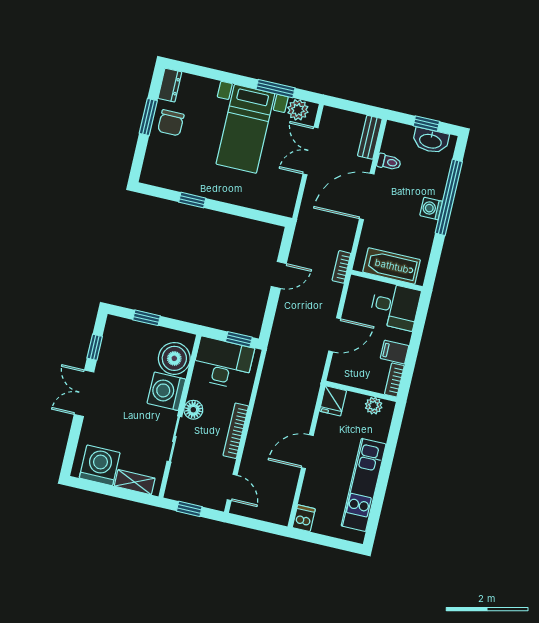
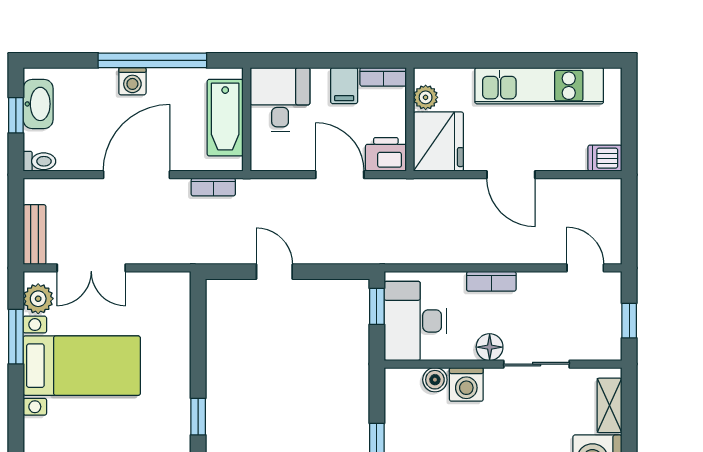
bench: (370, 137) -> (35, 235), moved, turned 90
toilet: (389, 162) -> (39, 161), moved, turned 90
door: (367, 196) -> (136, 175), swing flipped
window: (449, 197) -> (152, 60), moved
bookcase: (341, 267) -> (213, 187), moved
boiler: (174, 358) -> (435, 380), width x0.54, depth x0.54
printer: (341, 370) -> (386, 154), added
washing machine: (166, 391) -> (466, 384), width x0.73, depth x0.73
fridge: (333, 401) -> (438, 142), width x1.88, depth x1.34
bookcase: (236, 431) -> (491, 281), width x0.64
door: (232, 487) -> (585, 268), hinge flipped

